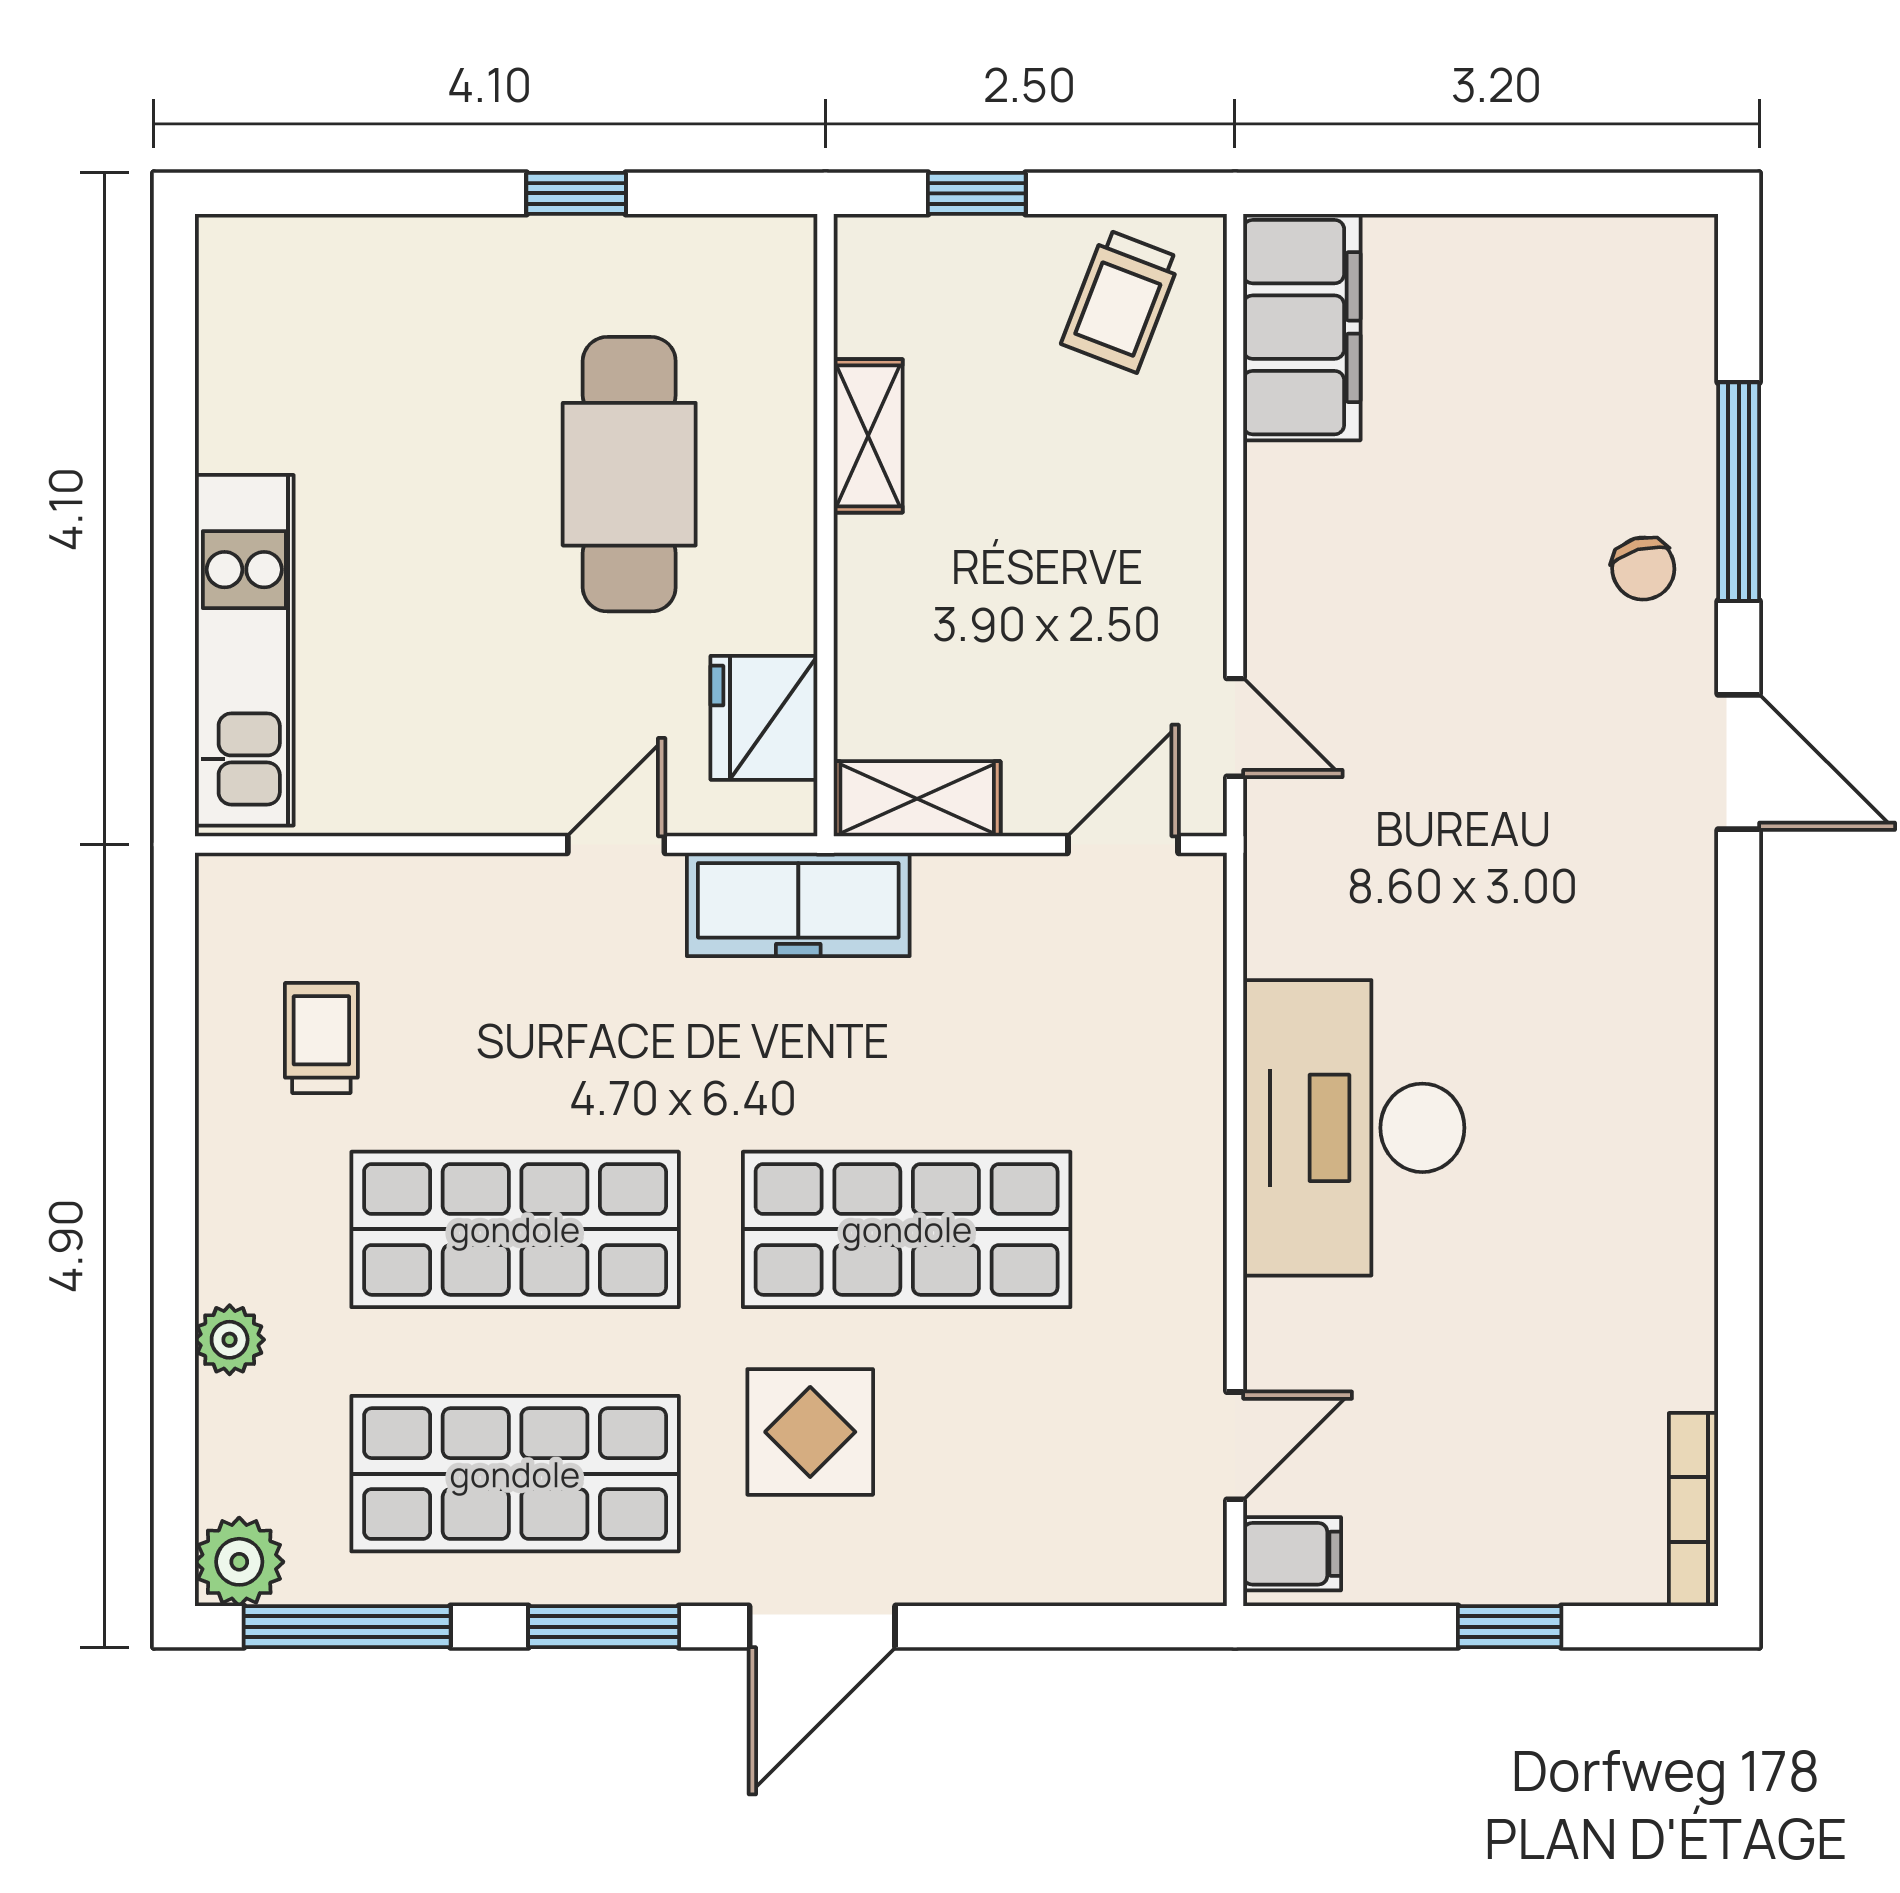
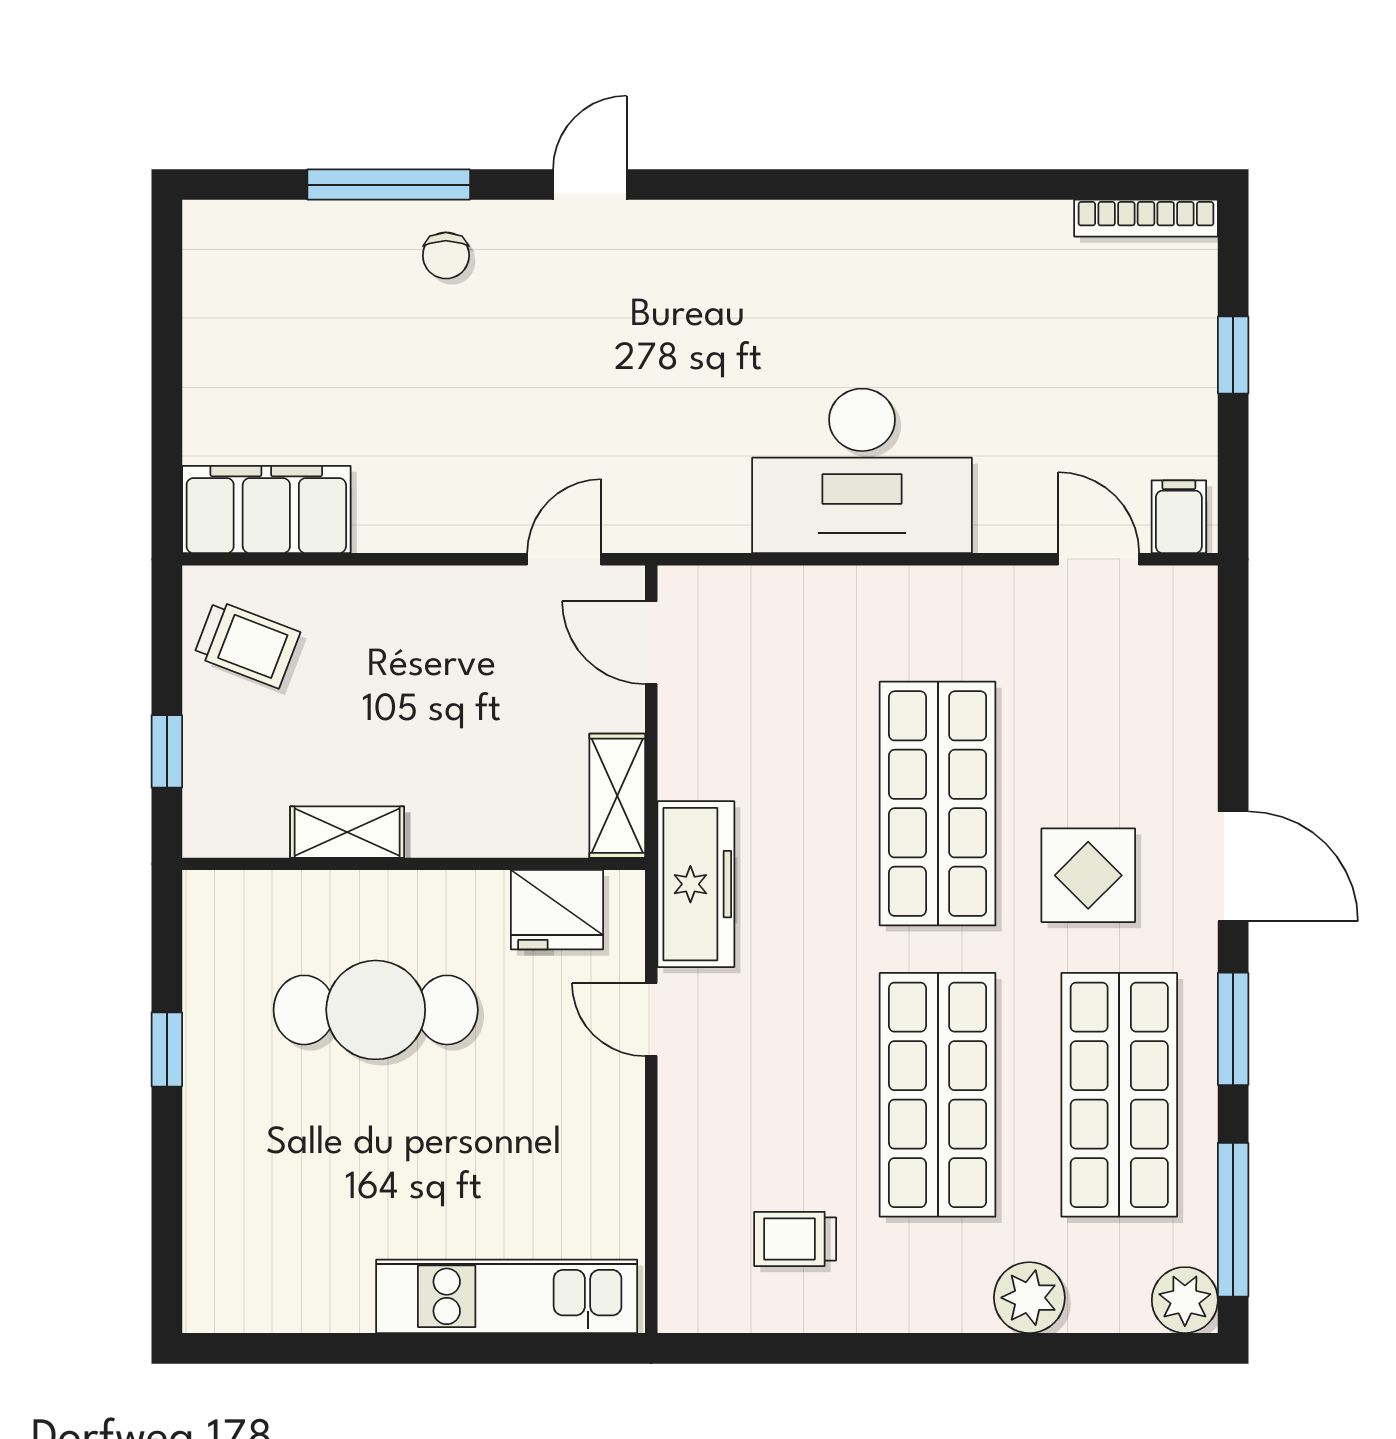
chair: (1643, 569) -> (446, 255), turned 106
door: (1739, 762) -> (590, 185), width x0.73
plant: (230, 1340) -> (1029, 1298), width x1.38, depth x1.38

